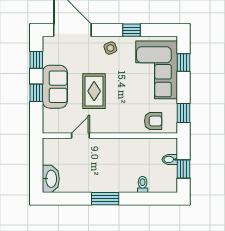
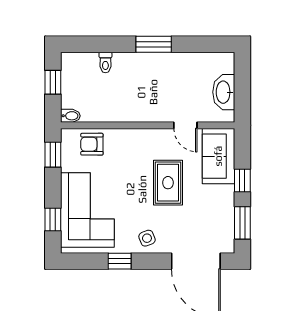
window: (36, 60) -> (242, 223), width x1.50
sofa: (55, 87) -> (218, 156), moved
door: (80, 136) -> (185, 125), hinge flipped
bidet: (170, 159) -> (70, 116), moved
washbasin: (51, 179) -> (224, 92), moved

